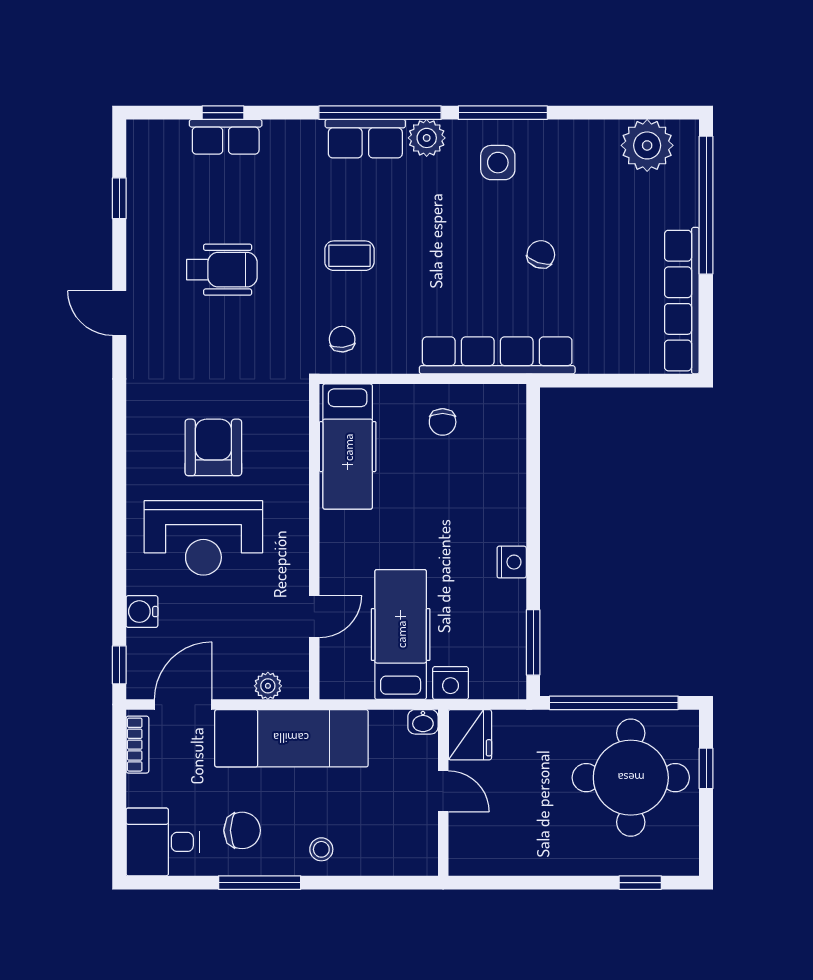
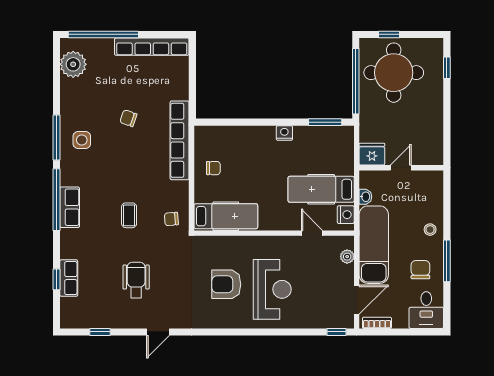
plant: (427, 138) -> (69, 176), removed
water cooler: (142, 612) -> (309, 321), removed
nightstand: (451, 683) -> (346, 215), moved
door: (183, 705) -> (357, 300), swing flipped
washbasin: (423, 722) -> (365, 197), moved

